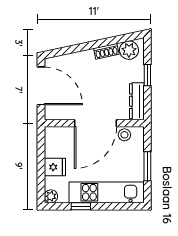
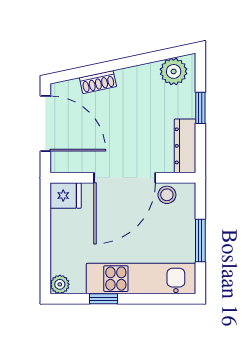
shoe rack: (106, 51) -> (98, 82), moved
fridge: (55, 167) -> (66, 196), moved

